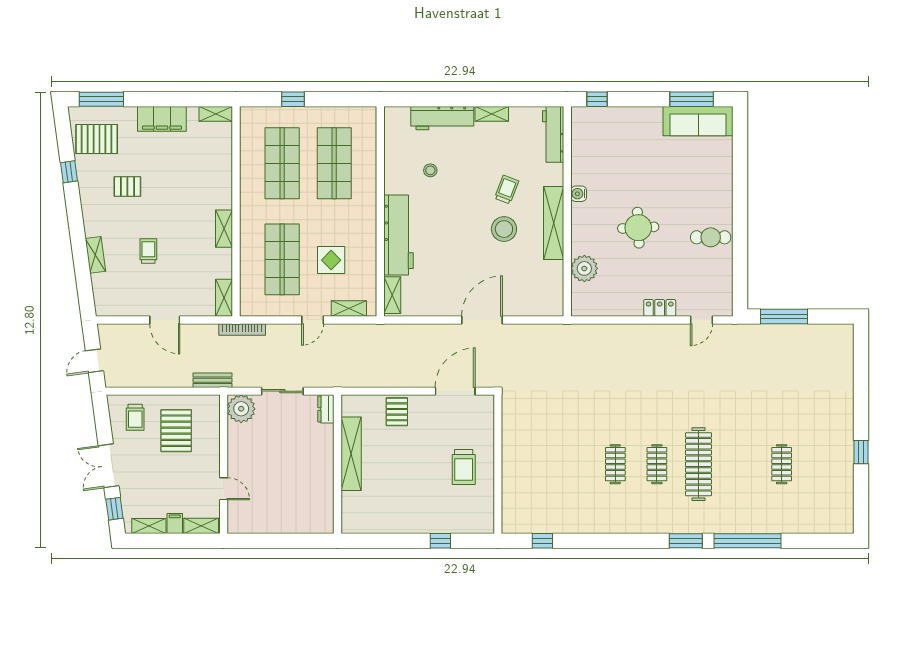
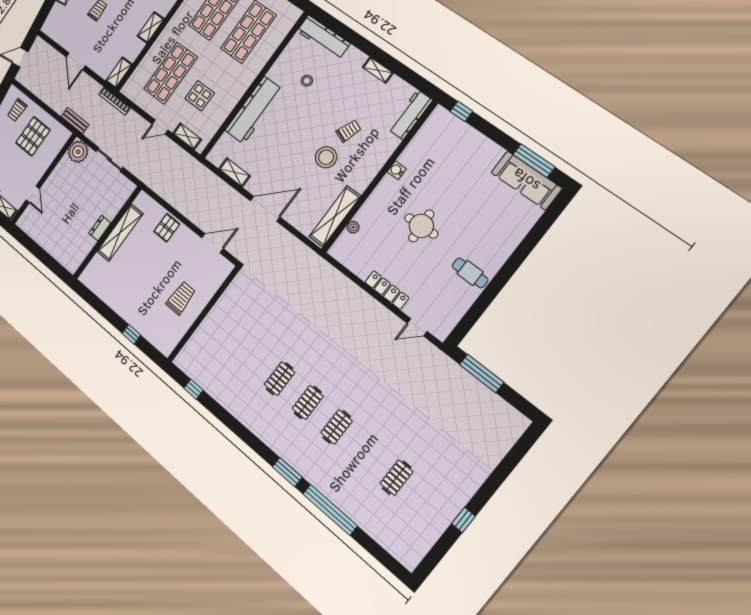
workbench: (442, 118) -> (323, 37), moved
shelving: (554, 223) -> (335, 216), moved
plant: (584, 268) -> (353, 227), width x0.53, depth x0.53
shelving: (392, 295) -> (235, 172), moved, turned 90
locker: (660, 308) -> (387, 290), width x1.53
door: (455, 391) -> (213, 243), width x0.73
dresser: (326, 409) -> (100, 228), moved
clothes rail: (698, 464) -> (337, 427), width x0.54, depth x0.76
trolley: (464, 467) -> (181, 298), turned 180

